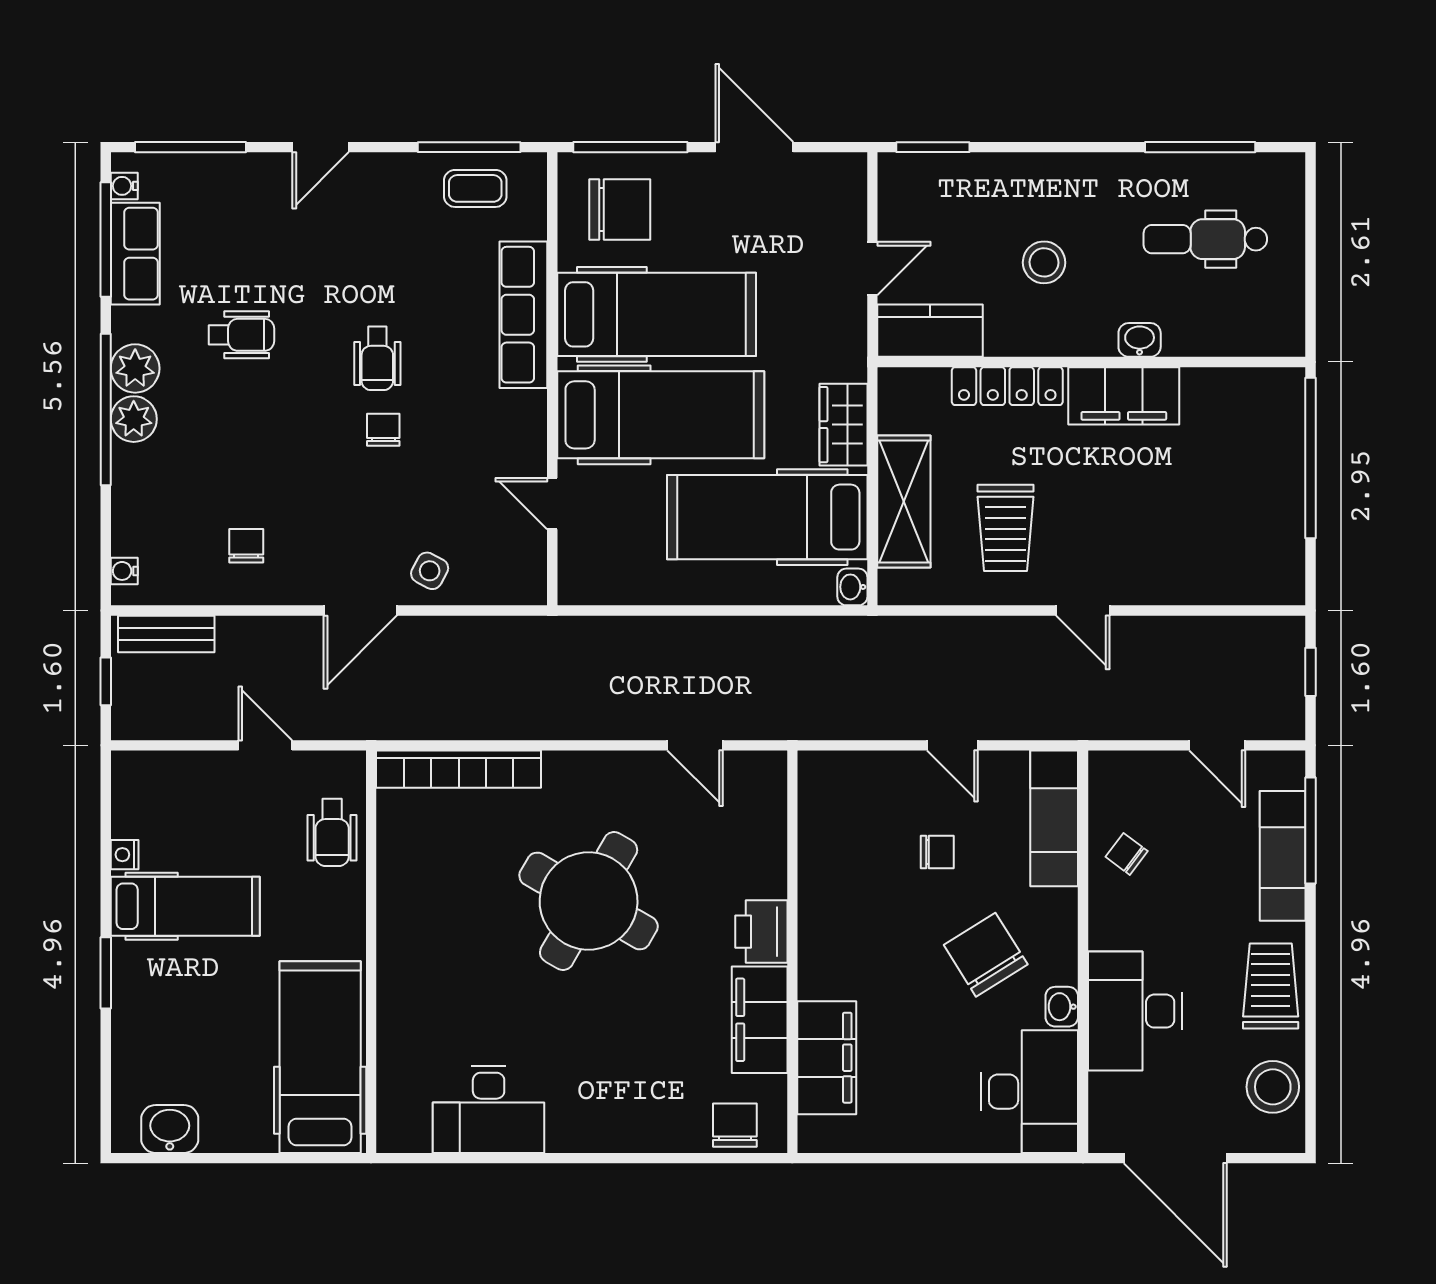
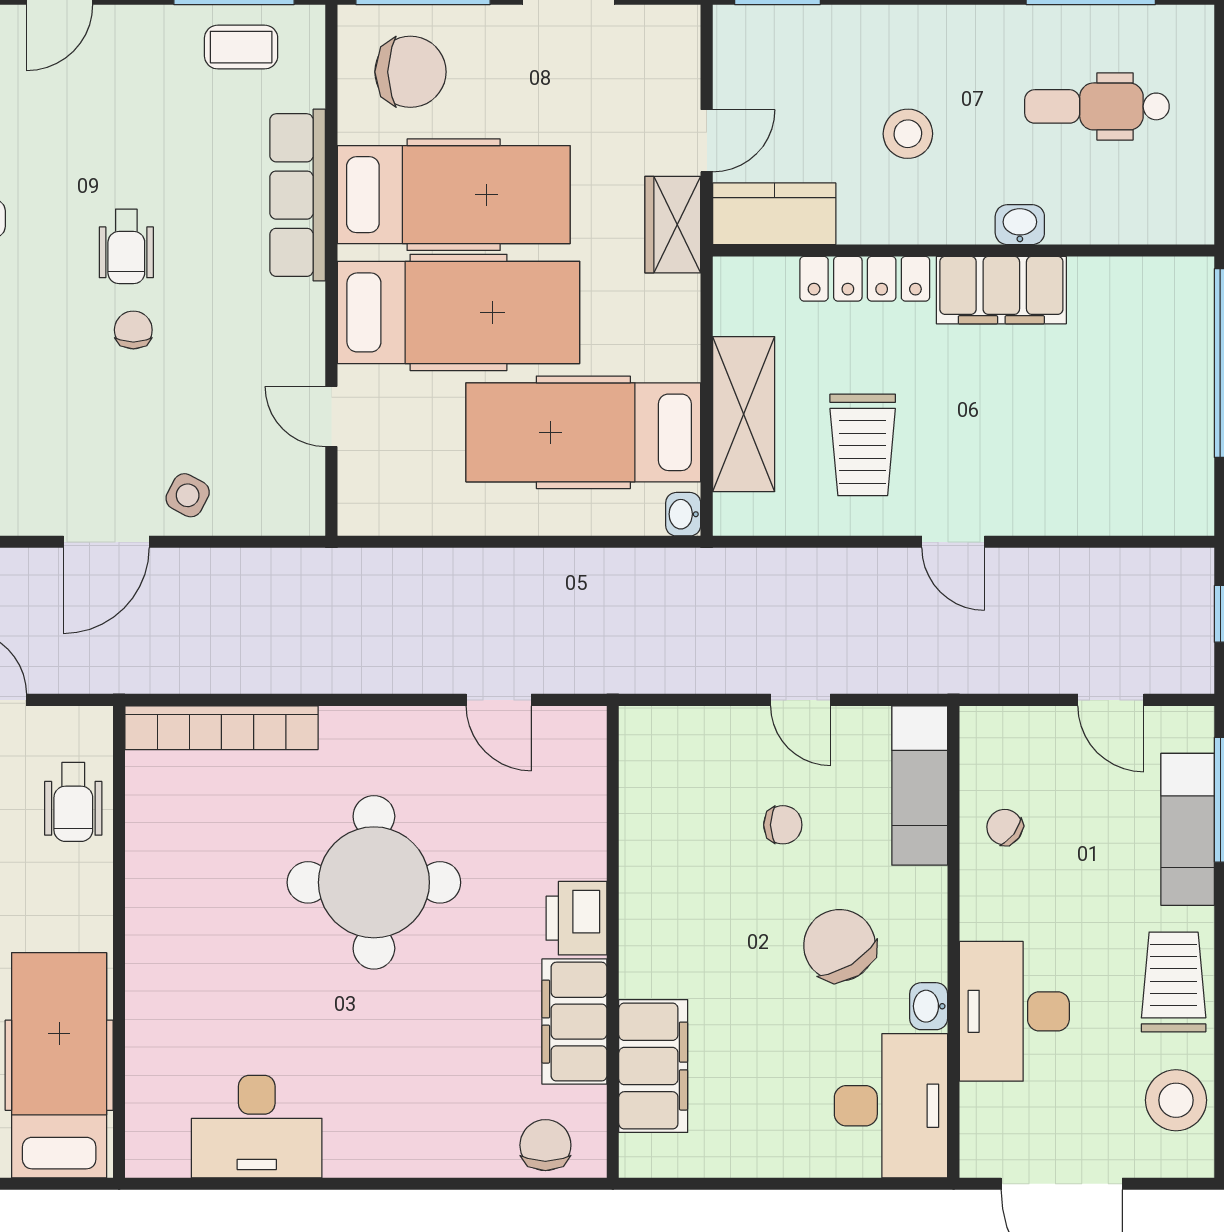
wardrobe: (843, 425) -> (673, 225), moved
round table: (589, 901) -> (374, 882), turned -30

